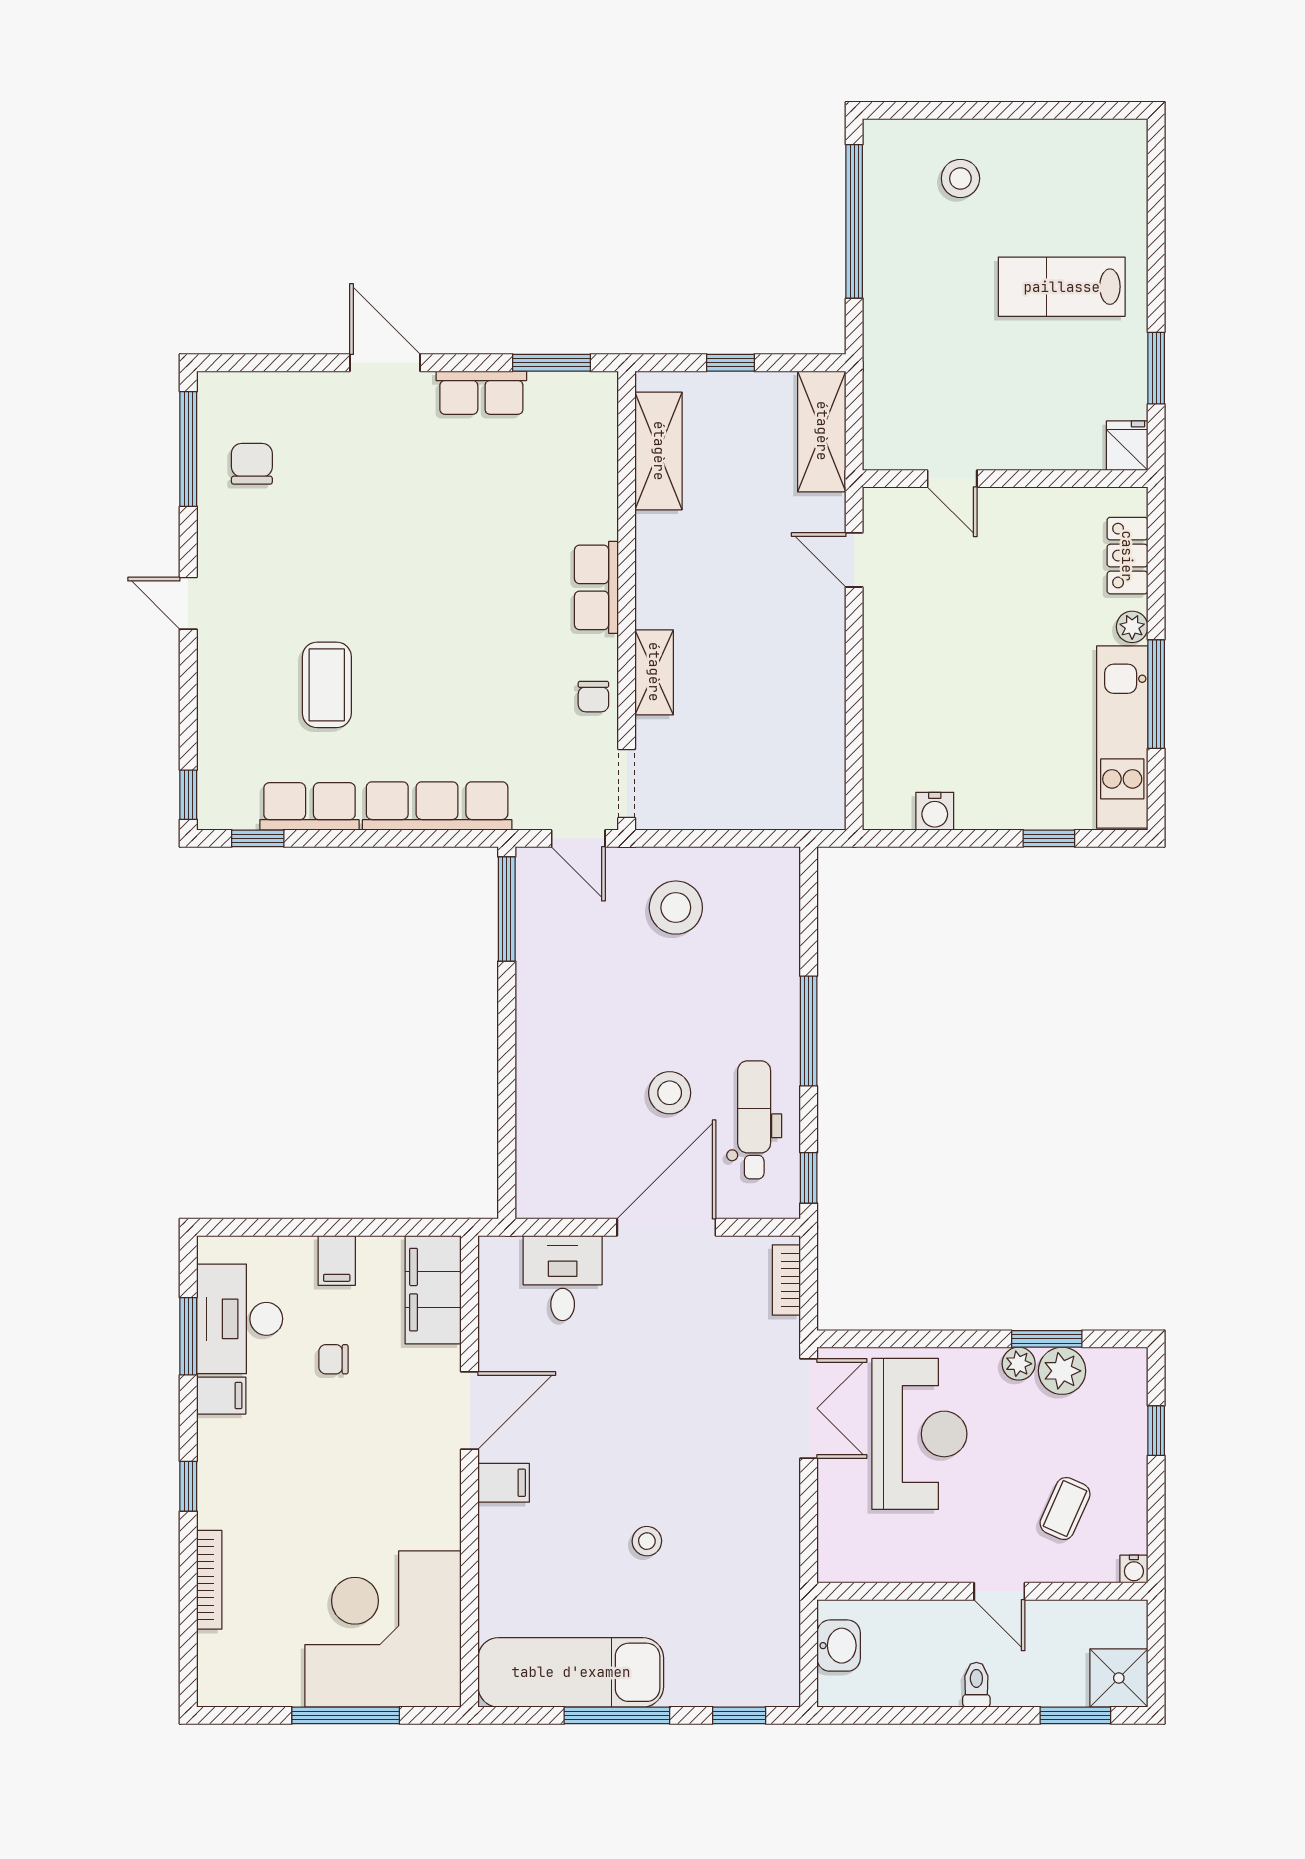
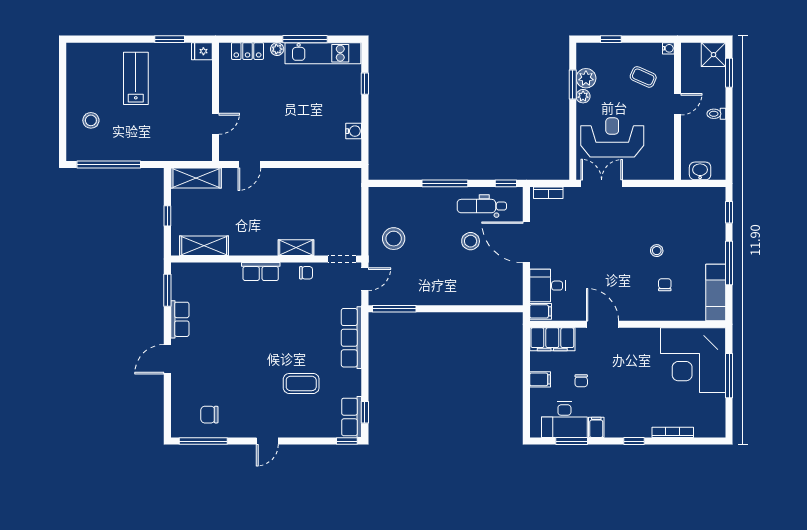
lab bench: (1062, 287) -> (136, 78), turned 180
row of seats: (309, 806) -> (352, 417), moved
filing cabinet: (504, 1483) -> (541, 311), moved, turned 90
chair: (565, 1561) -> (665, 285), added
exam couch: (571, 1672) -> (716, 292), width x0.73, depth x0.69

